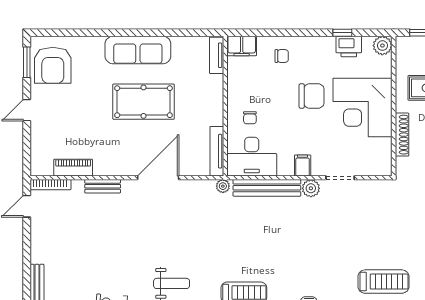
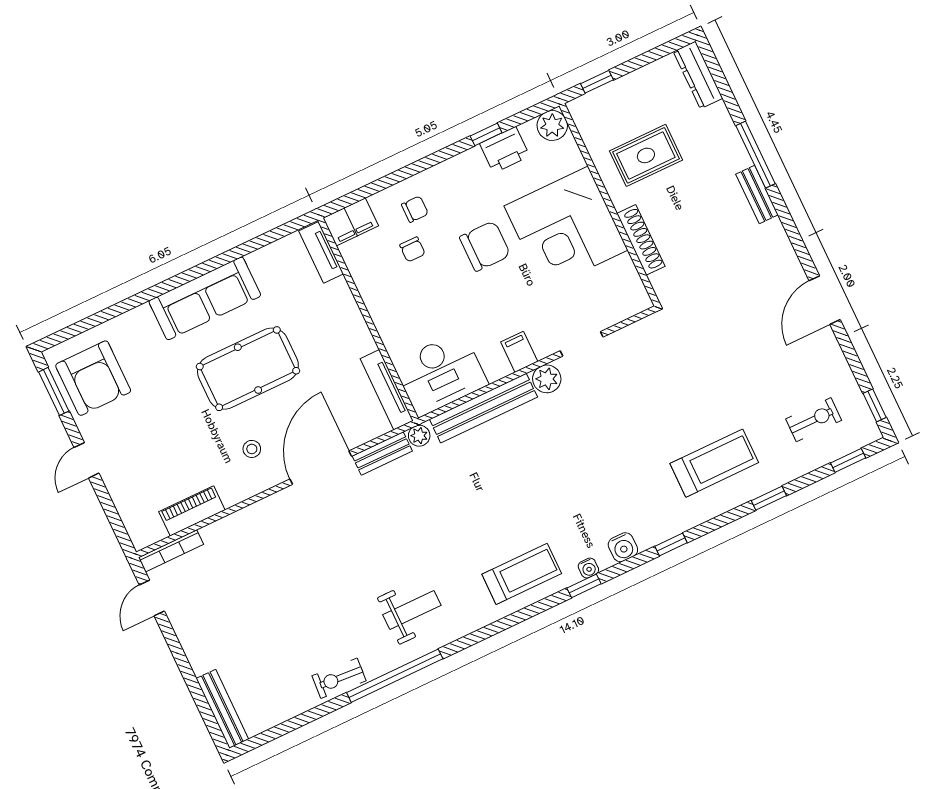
chair: (250, 118) -> (412, 249), moved
stool: (124, 148) -> (252, 449), added
bench: (103, 186) -> (382, 453), moved

